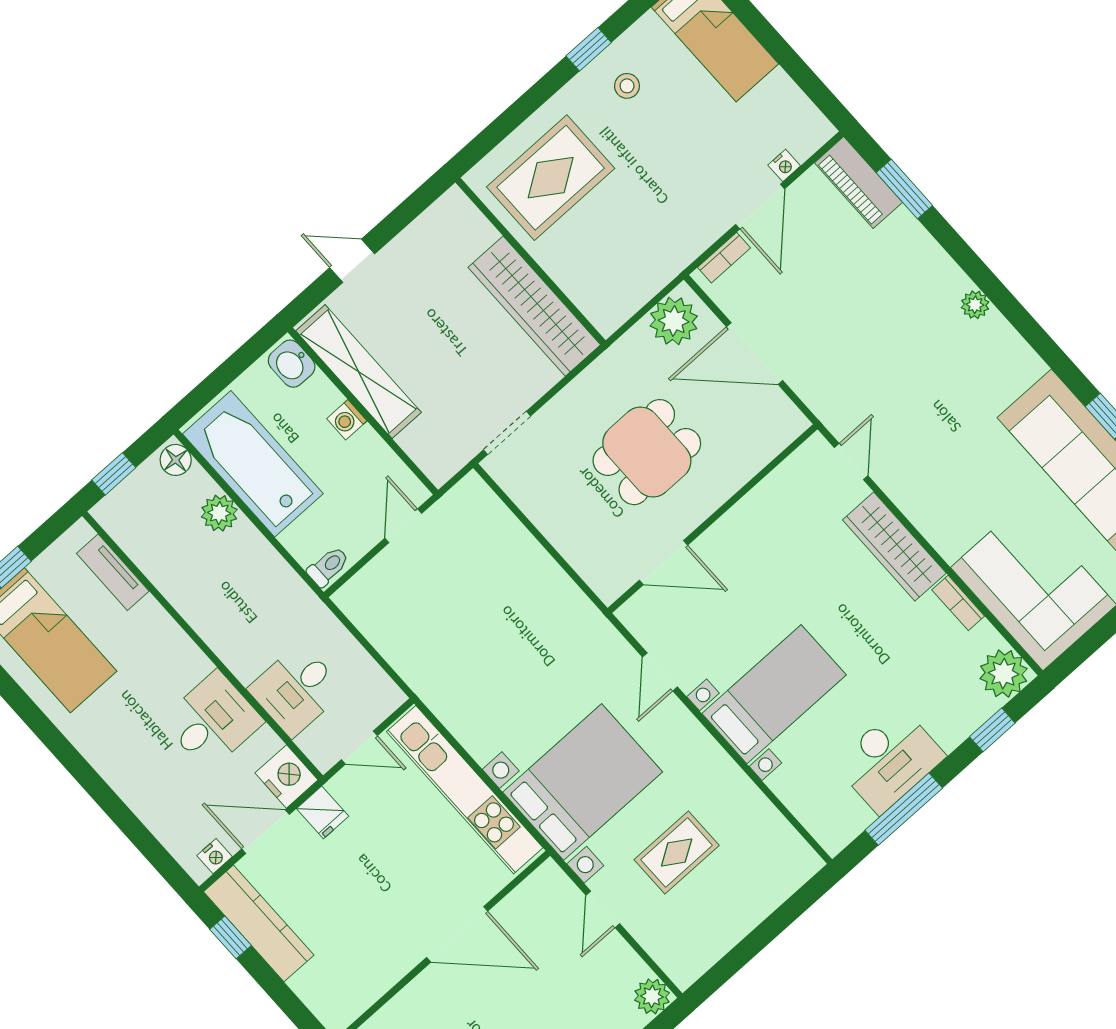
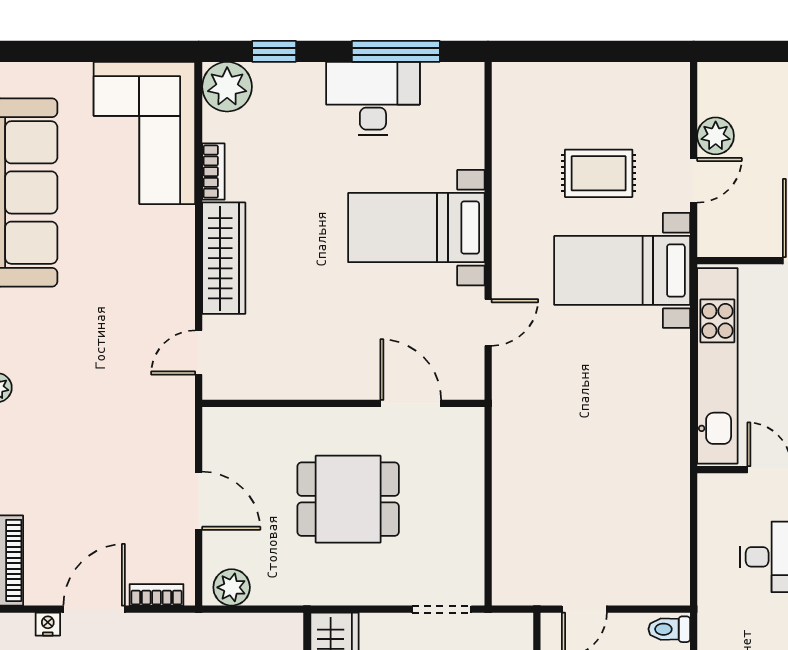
plant: (674, 321) -> (232, 587), width x0.73, depth x0.73
door: (755, 354) -> (199, 501), width x0.73
bed with nightstands: (583, 782) -> (622, 270), width x0.73
plant: (652, 996) -> (716, 136), moved

